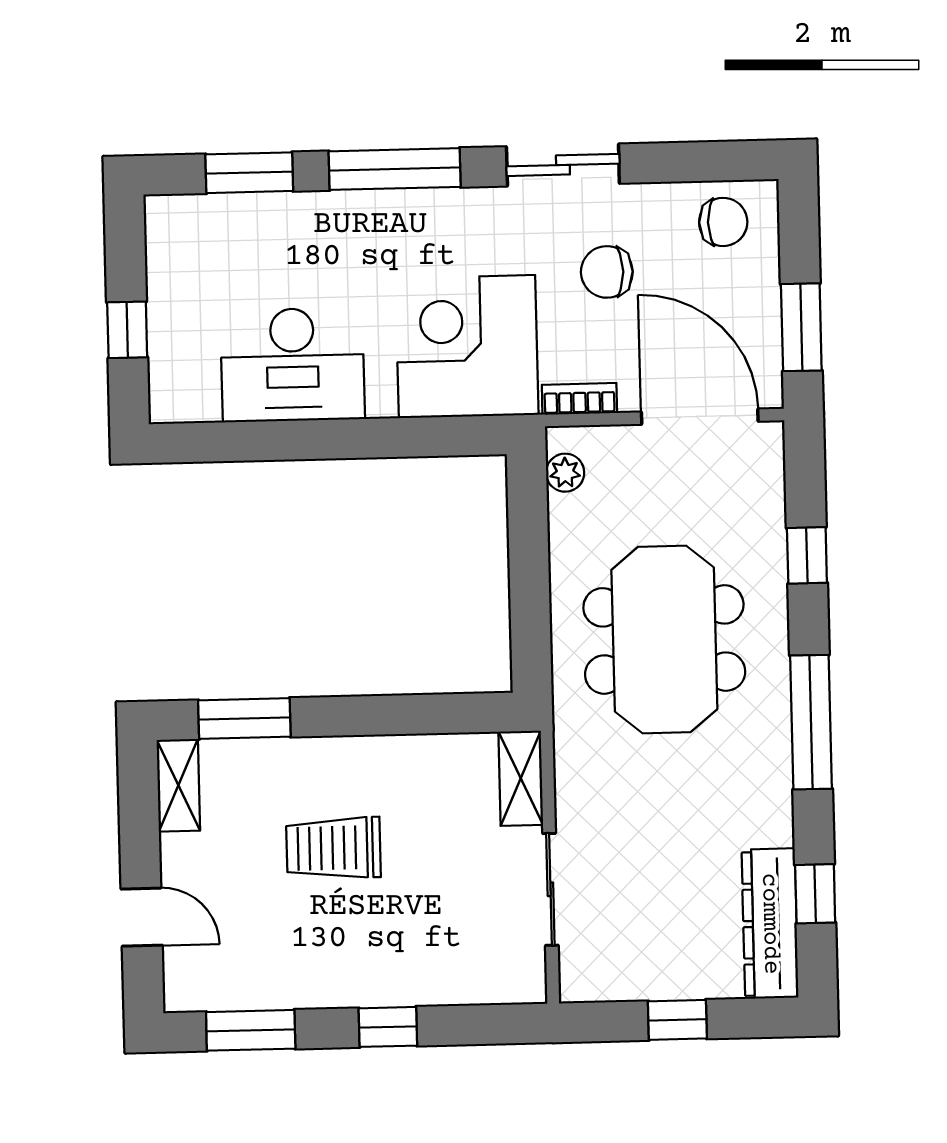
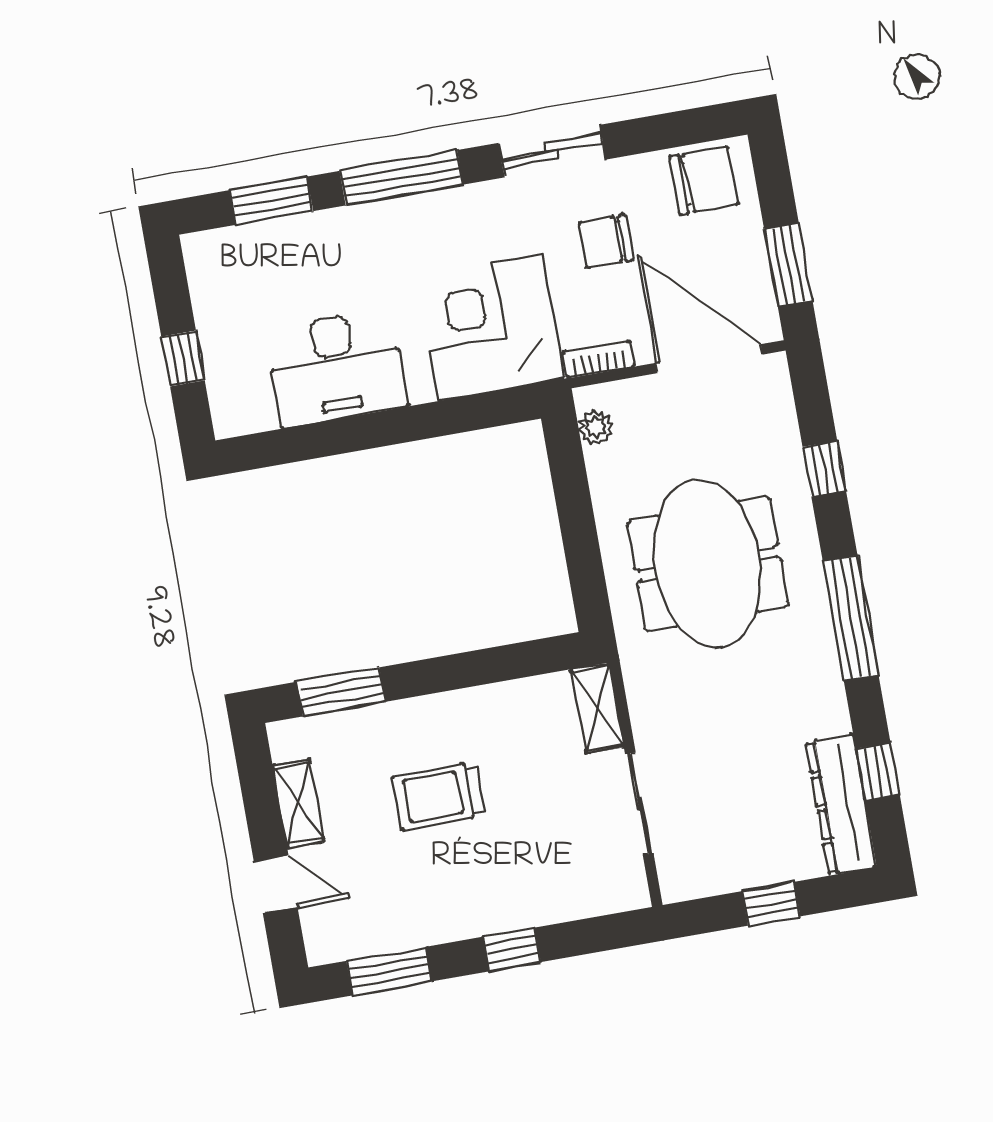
chair: (723, 222) -> (704, 181), width x1.37, depth x1.37
shelving: (178, 785) -> (298, 803), moved

